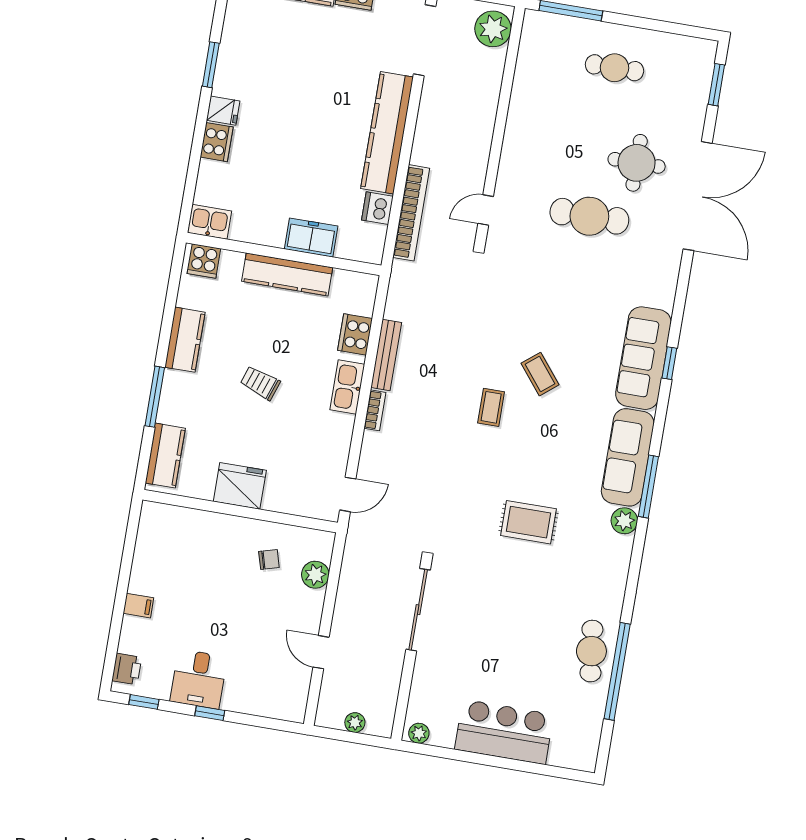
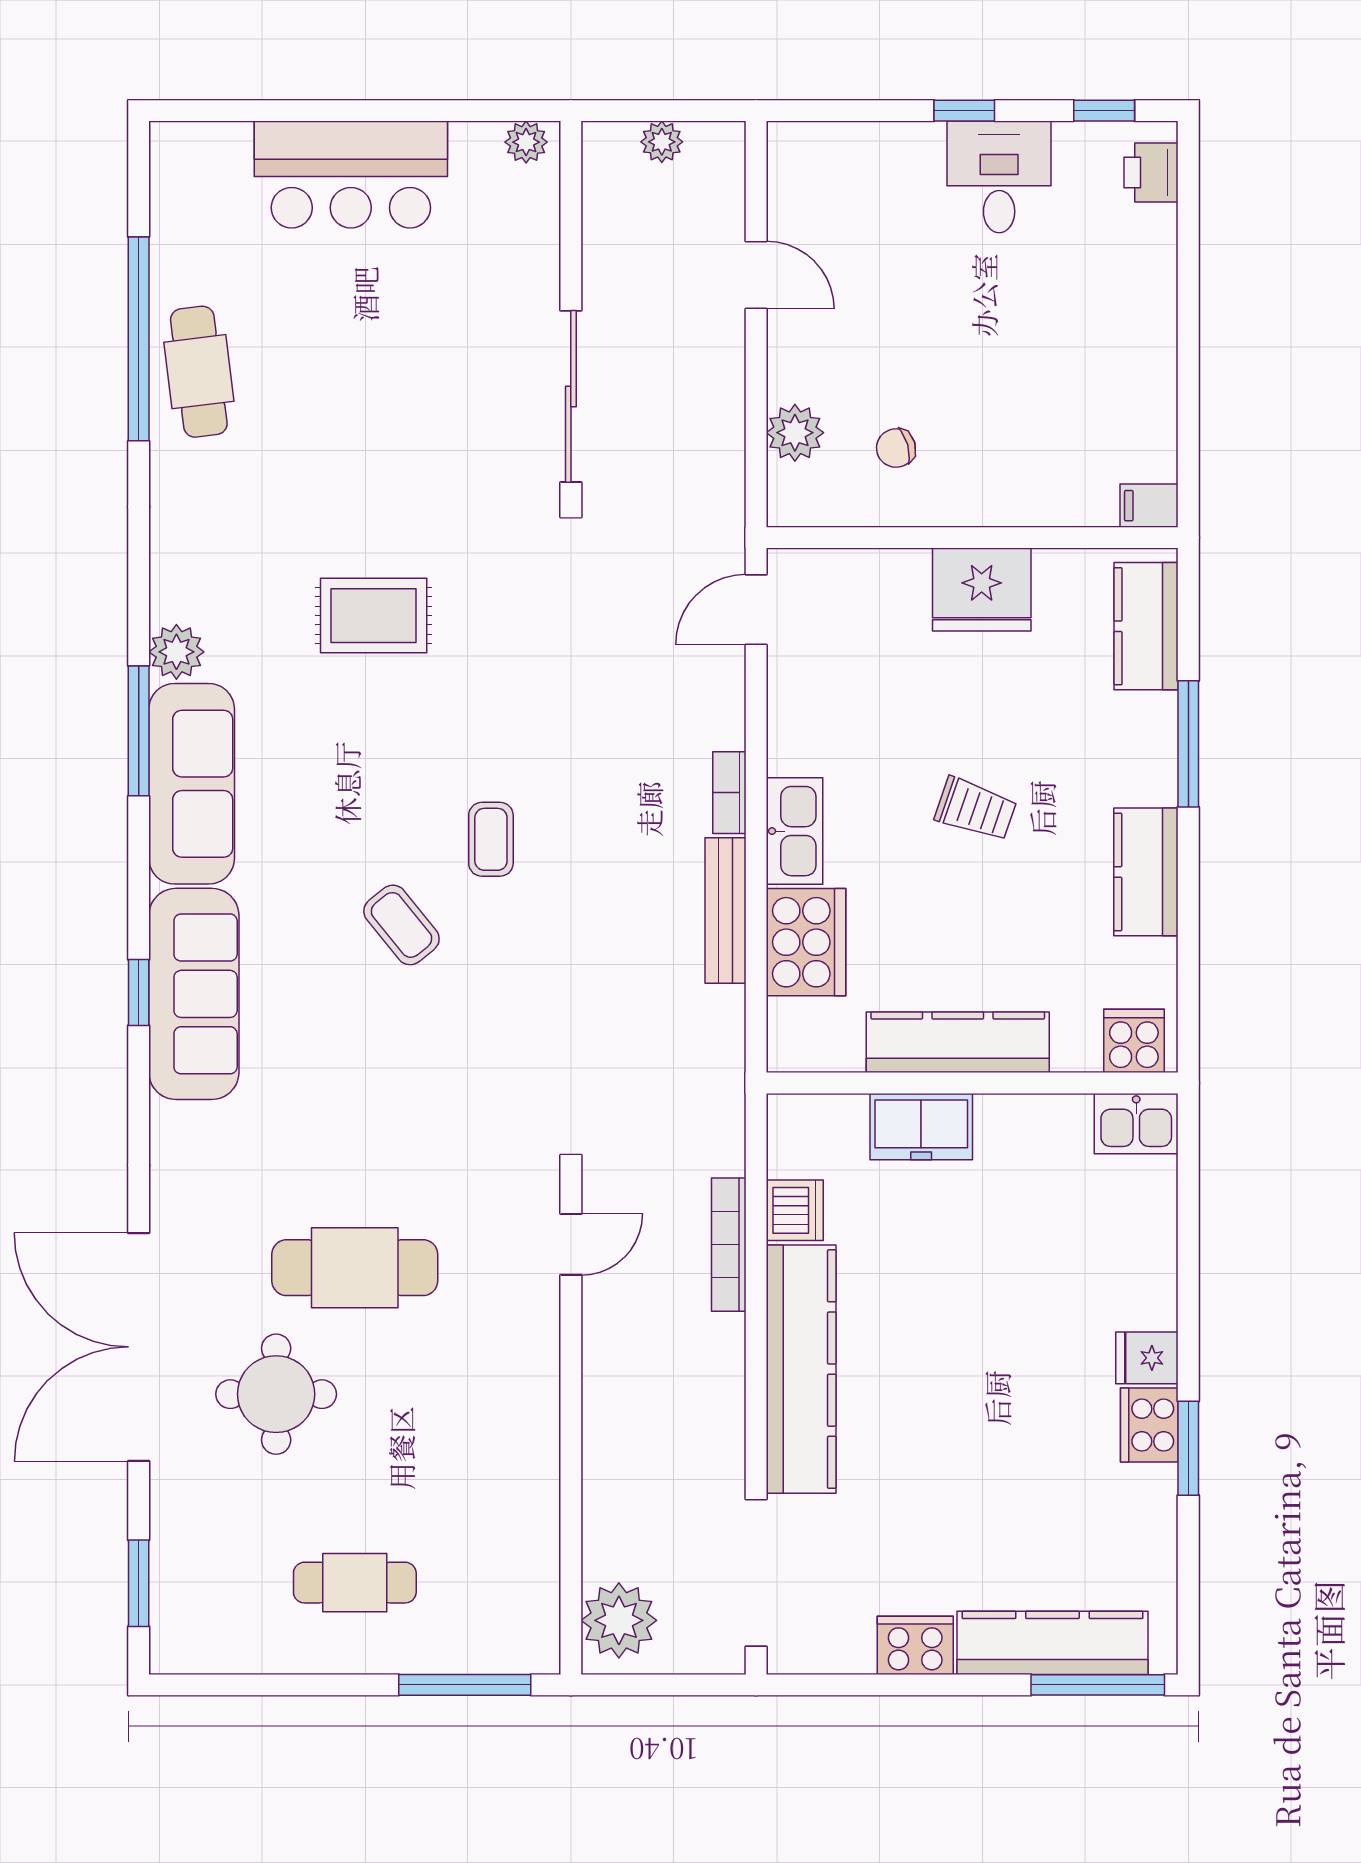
cooker: (217, 142) -> (1149, 1425), moved
bookcase: (411, 213) -> (729, 1245), width x0.68, depth x0.76
cooker: (355, 334) -> (806, 942), width x1.37, depth x1.31
filing cabinet: (138, 606) -> (1149, 506), moved

